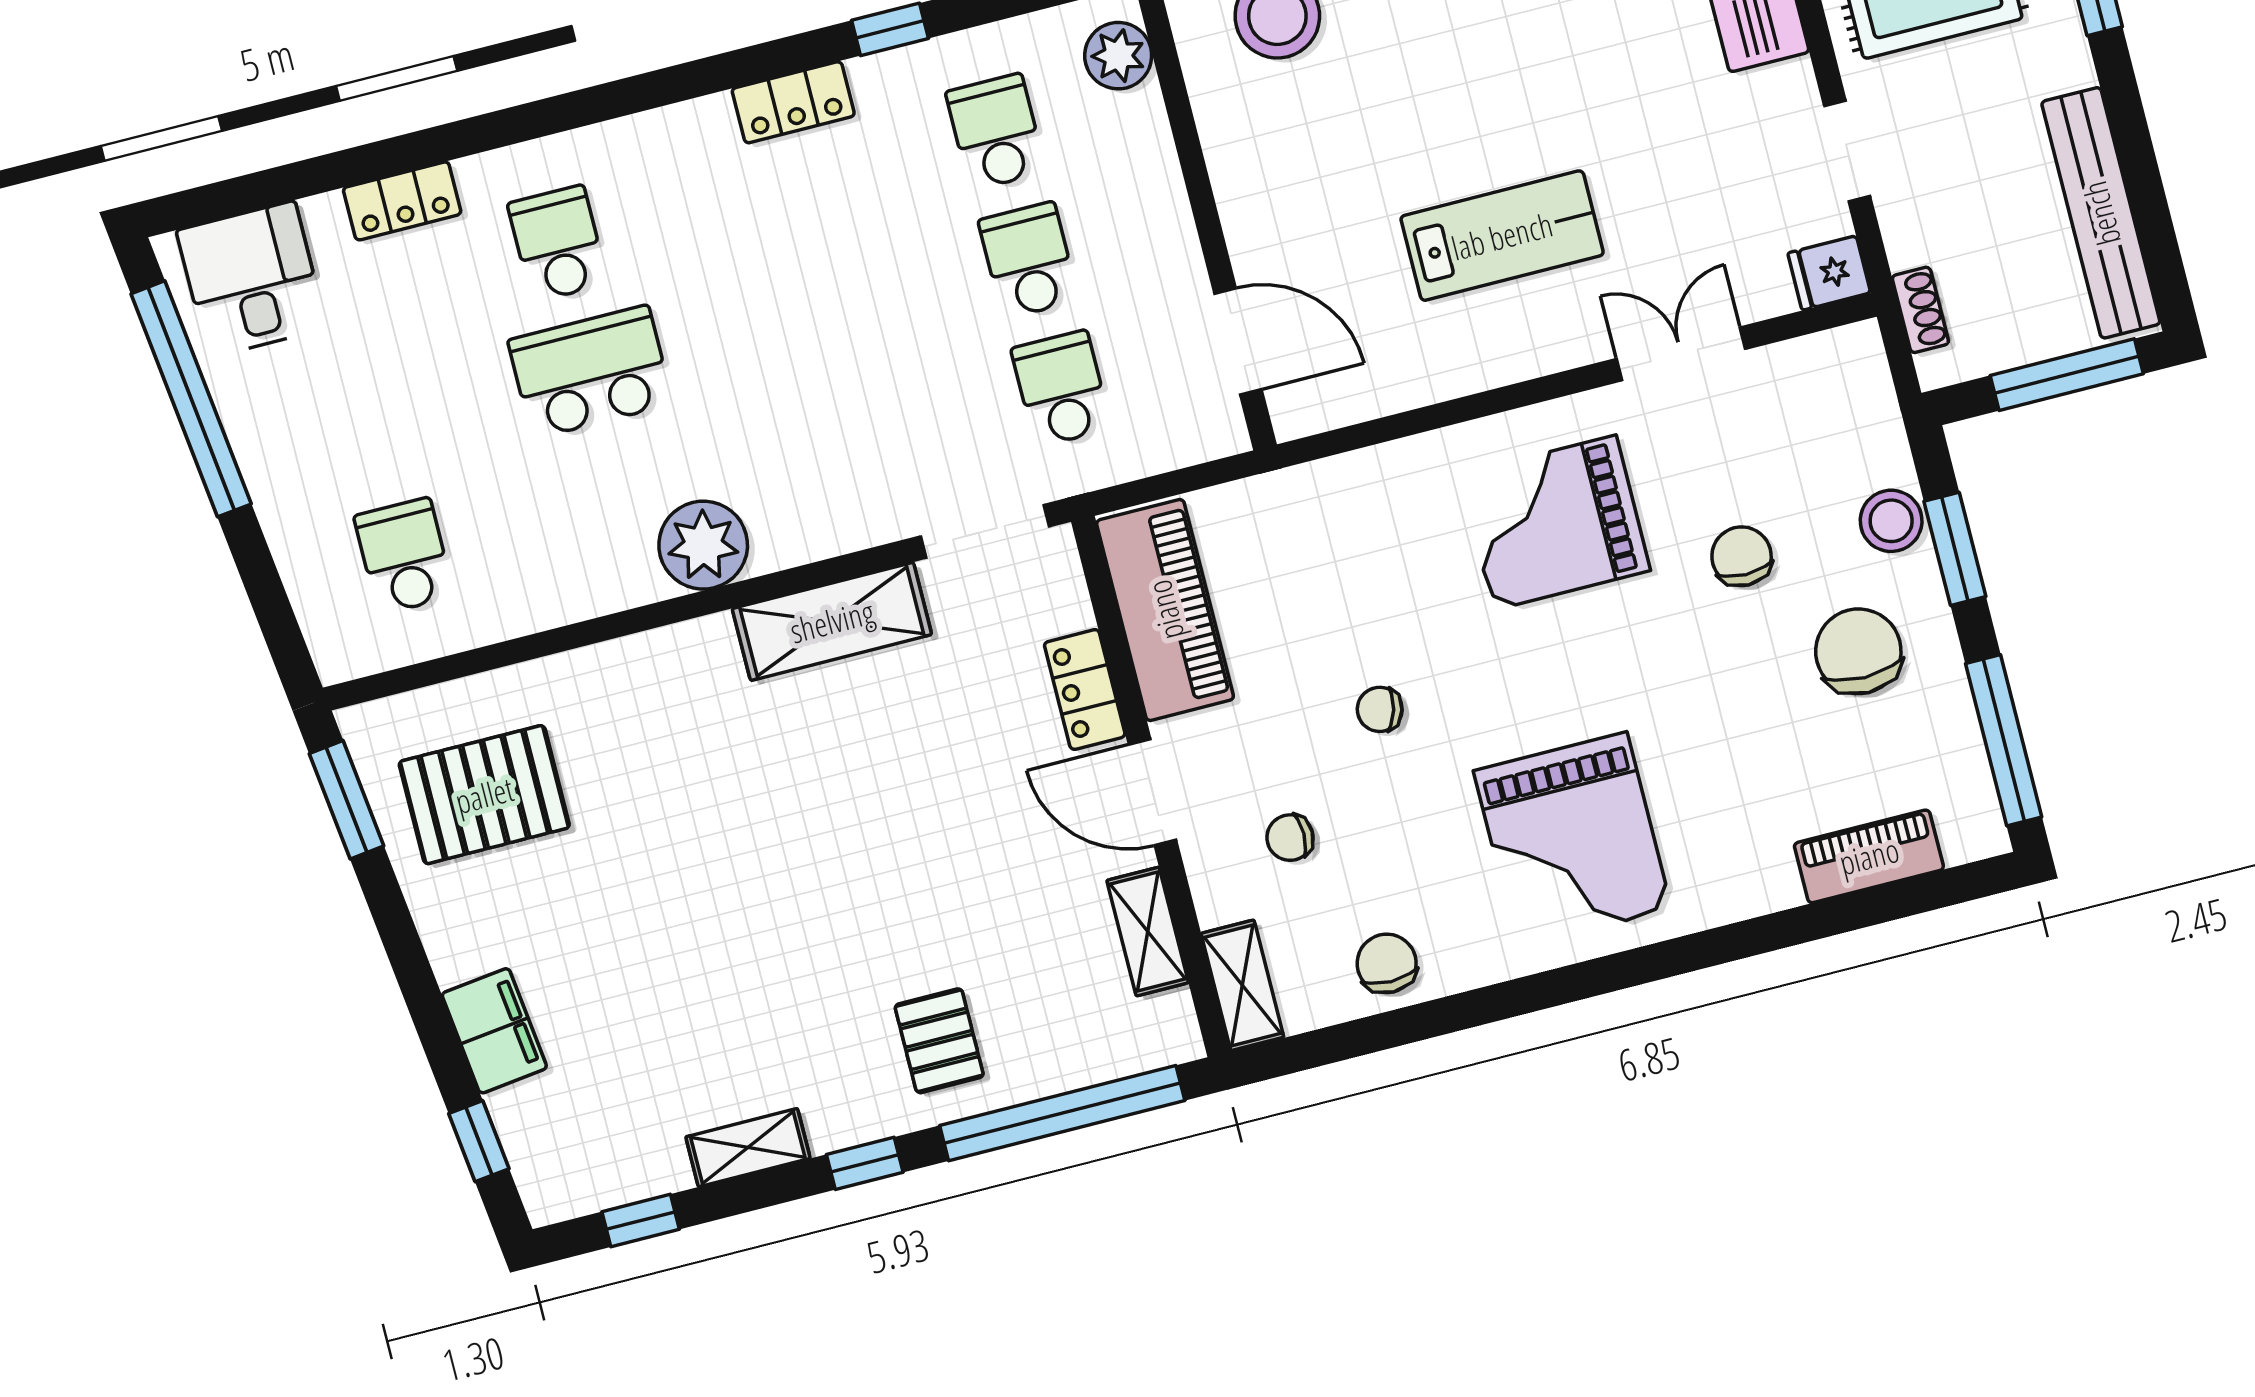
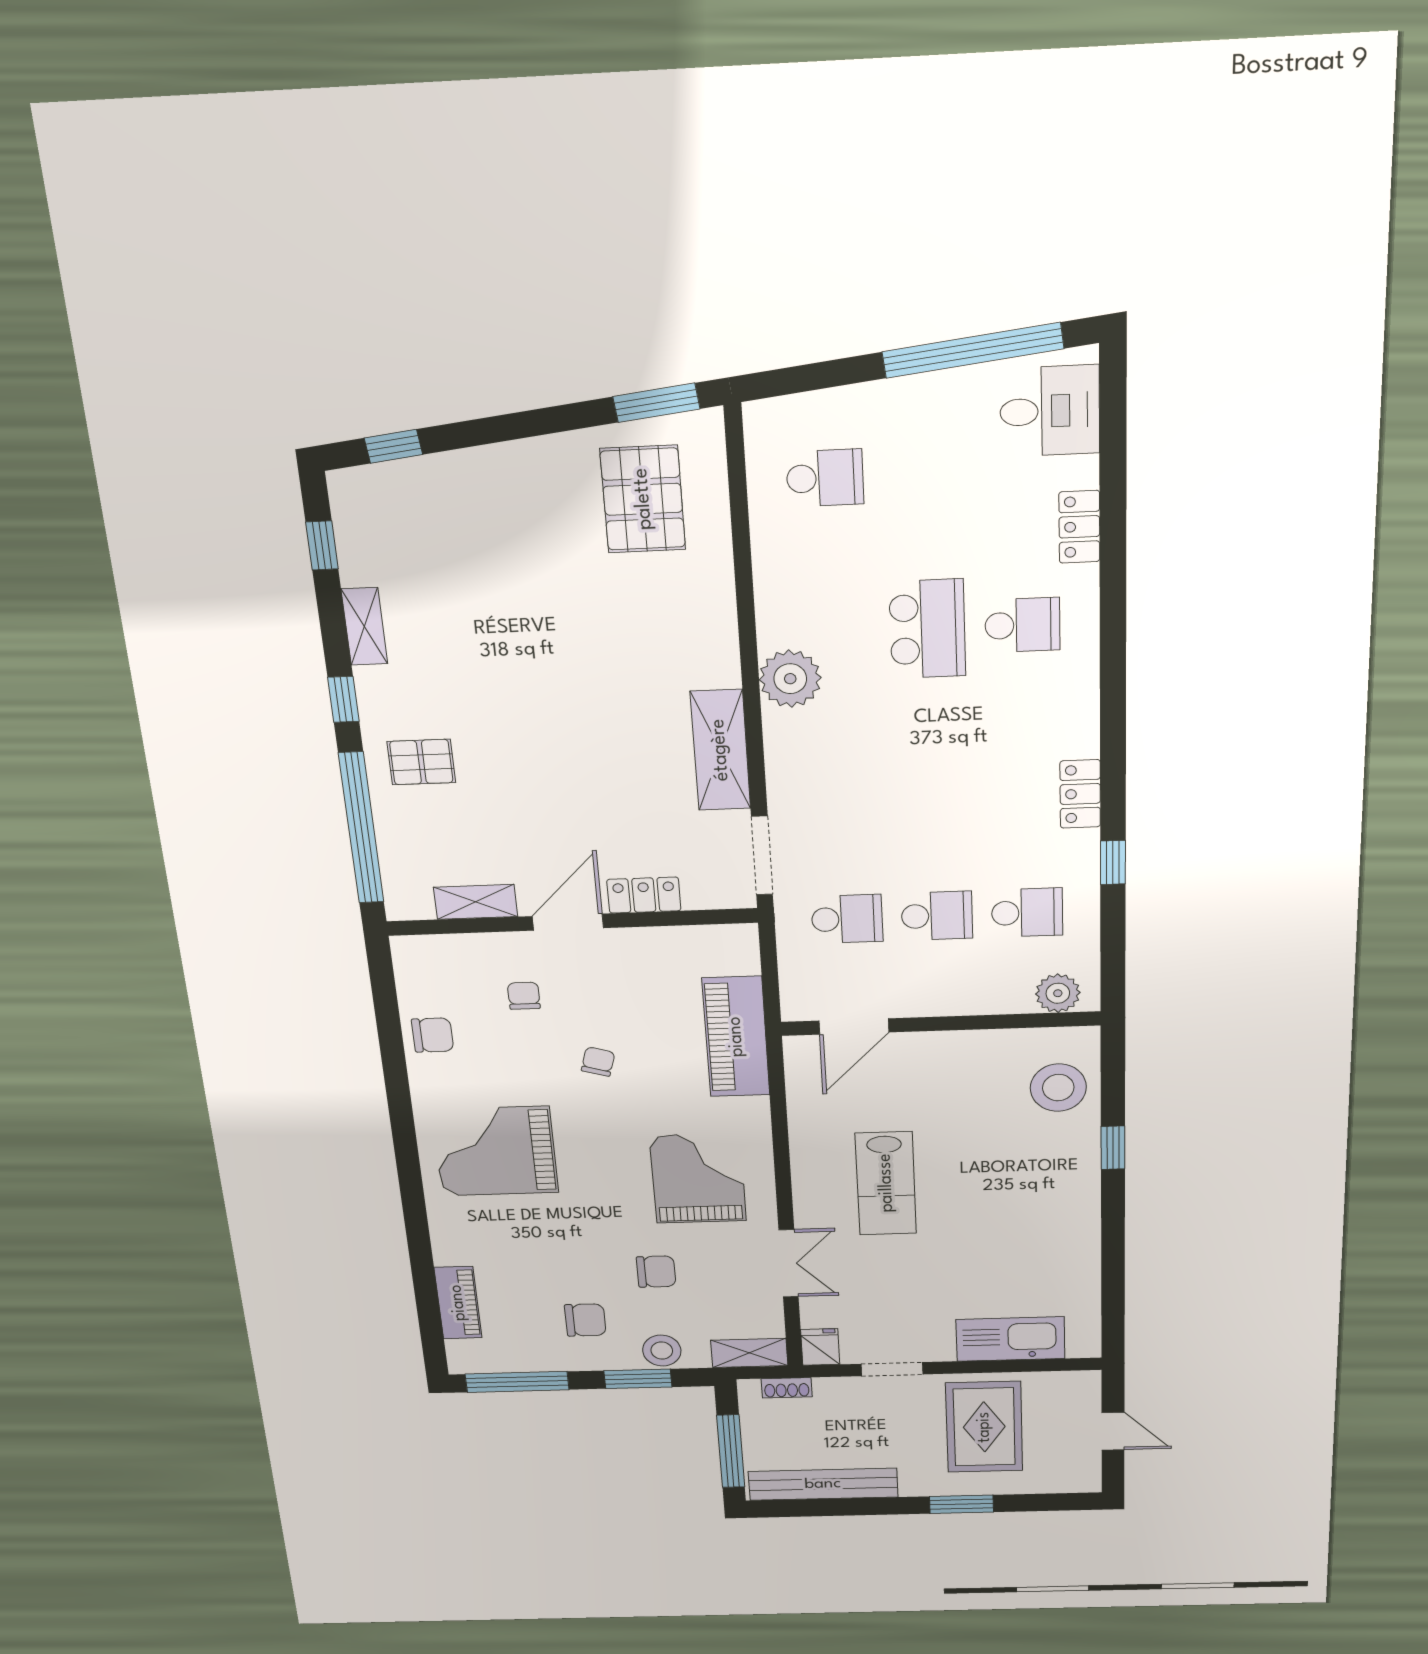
piano: (1165, 610) -> (736, 1037), moved, turned 90
chair: (1858, 651) -> (585, 1320), width x0.73, depth x0.73
shelving: (1242, 985) -> (749, 1353), moved
filing cabinet: (494, 1031) -> (472, 473), removed

